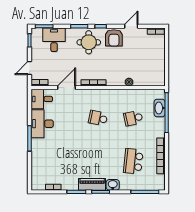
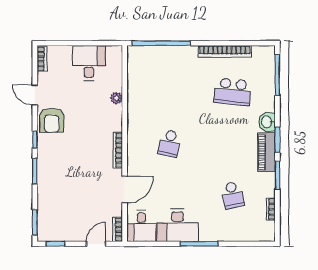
armchair: (114, 38) -> (52, 120), turned 90
desk: (54, 40) -> (89, 63), moved, turned 90
round table: (89, 42) -> (58, 157), removed
door: (30, 68) -> (96, 244), swing flipped
door: (67, 88) -> (125, 190), swing flipped
washbasin: (160, 108) -> (155, 53), removed
school desk: (133, 118) -> (233, 195), moved

